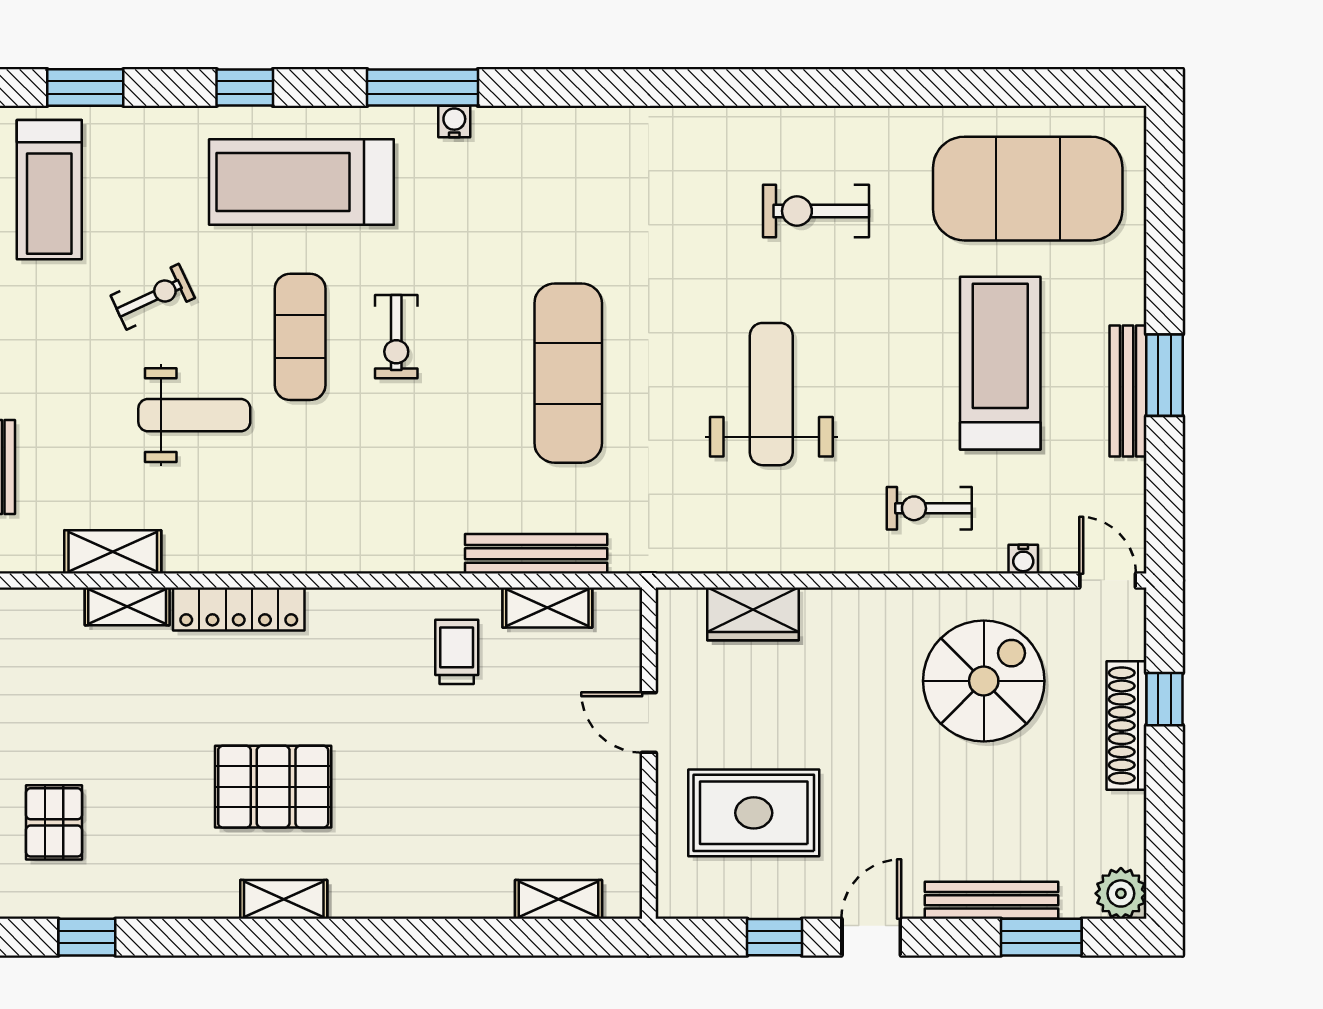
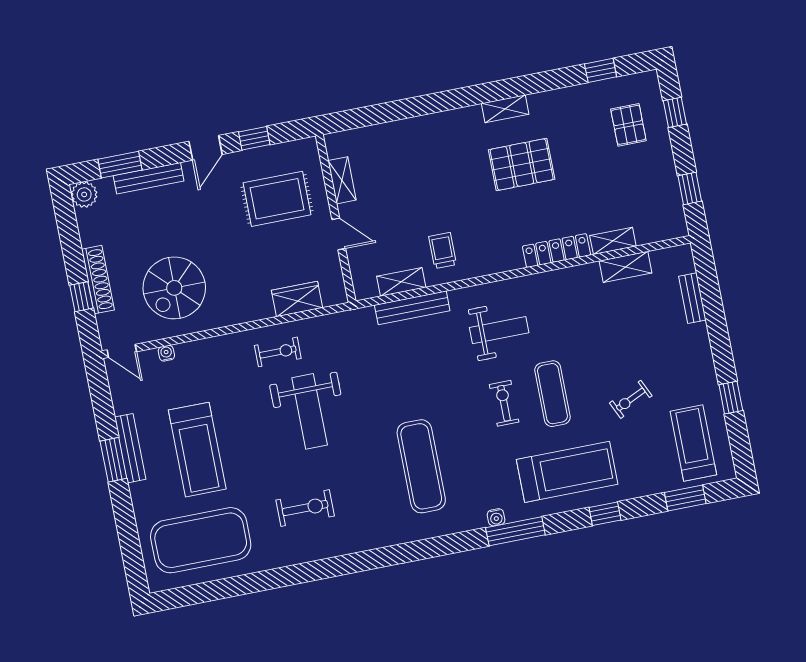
exercise mat: (568, 373) -> (421, 466), moved
weight bench: (194, 415) -> (499, 330), moved, turned 180
exercise bike: (929, 508) -> (278, 352), moved
trolley: (457, 652) -> (443, 250), turned 180
shelving: (559, 899) -> (342, 180), moved, turned 90

